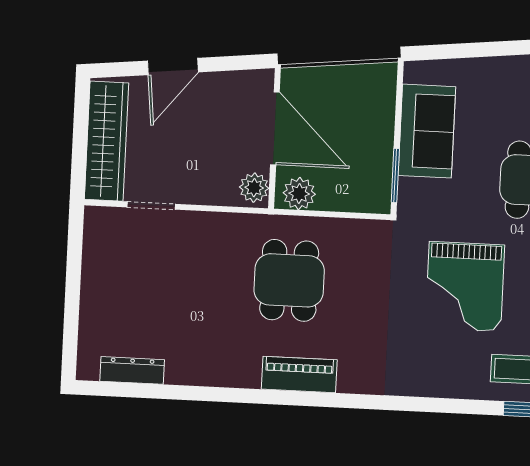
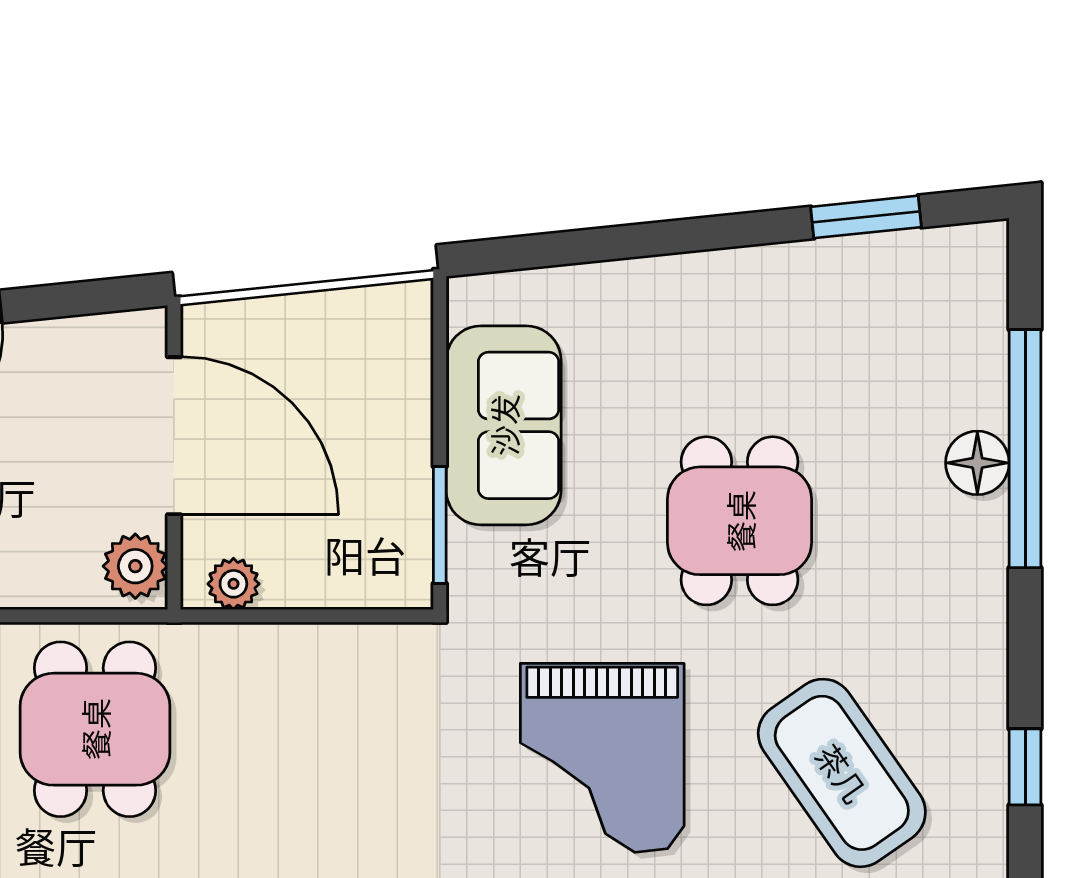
plant: (299, 194) -> (233, 584), width x0.73, depth x0.73
dining table: (289, 280) -> (95, 729), moved

